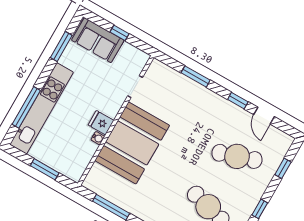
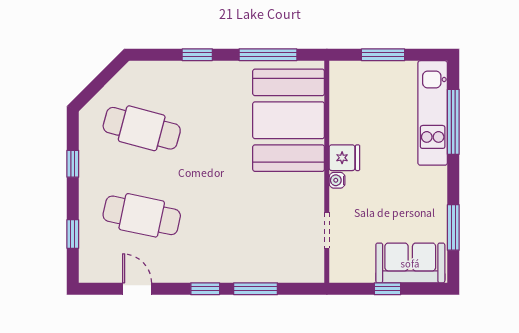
window: (238, 101) -> (205, 289), moved
kitchen unit: (42, 108) -> (433, 113), width x0.73
water cooler: (98, 138) -> (337, 180), moved
booth: (132, 143) -> (289, 120), moved
cafe table: (237, 156) -> (142, 215), turned 30

